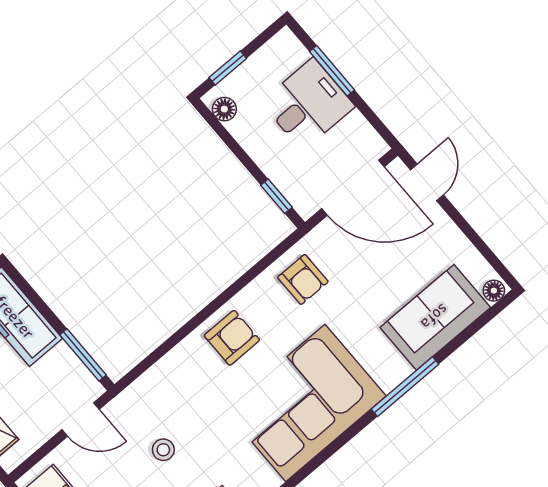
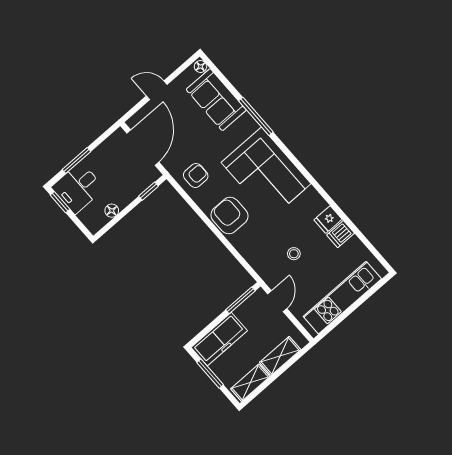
window: (228, 68) -> (60, 202), moved
desk: (308, 104) -> (78, 188), moved, turned -90
floor lamp: (224, 109) -> (112, 211), moved
door: (427, 182) -> (157, 90), moved
armchair: (232, 338) -> (229, 216), width x1.38, depth x1.38

